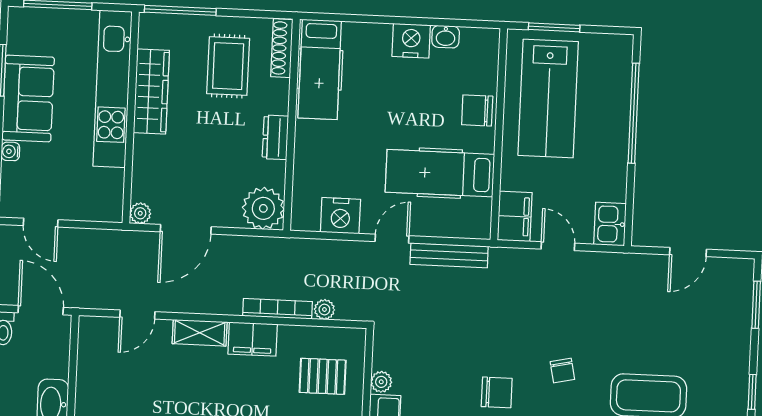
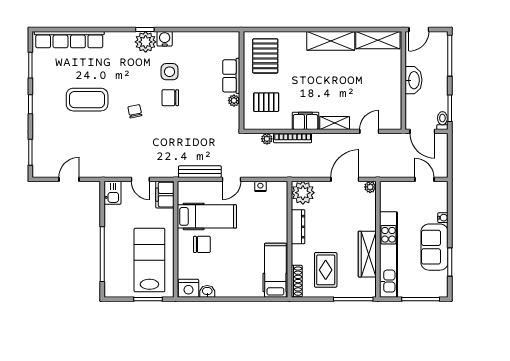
nightstand: (411, 41) -> (188, 288), moved
chair: (477, 110) -> (202, 244), moved
dresser: (275, 137) -> (298, 227), width x1.44
nightstand: (340, 216) -> (260, 186), width x0.53, depth x0.56

